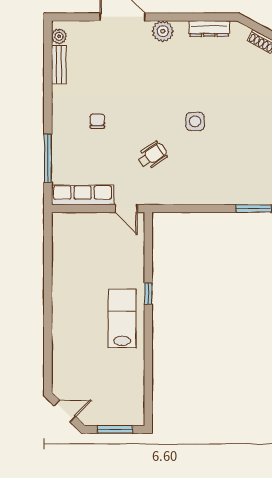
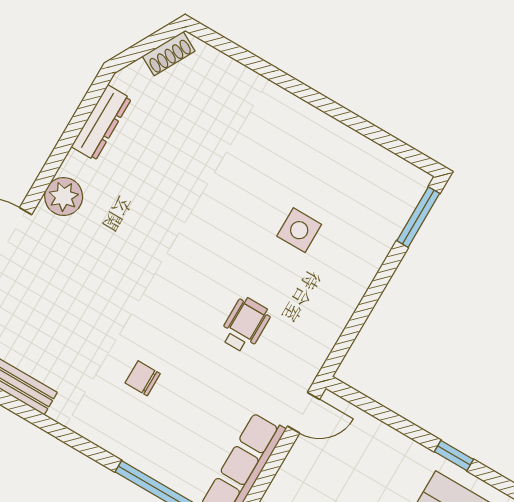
side table: (195, 121) -> (299, 230), moved
wheelchair: (152, 155) -> (245, 325), turned 34

